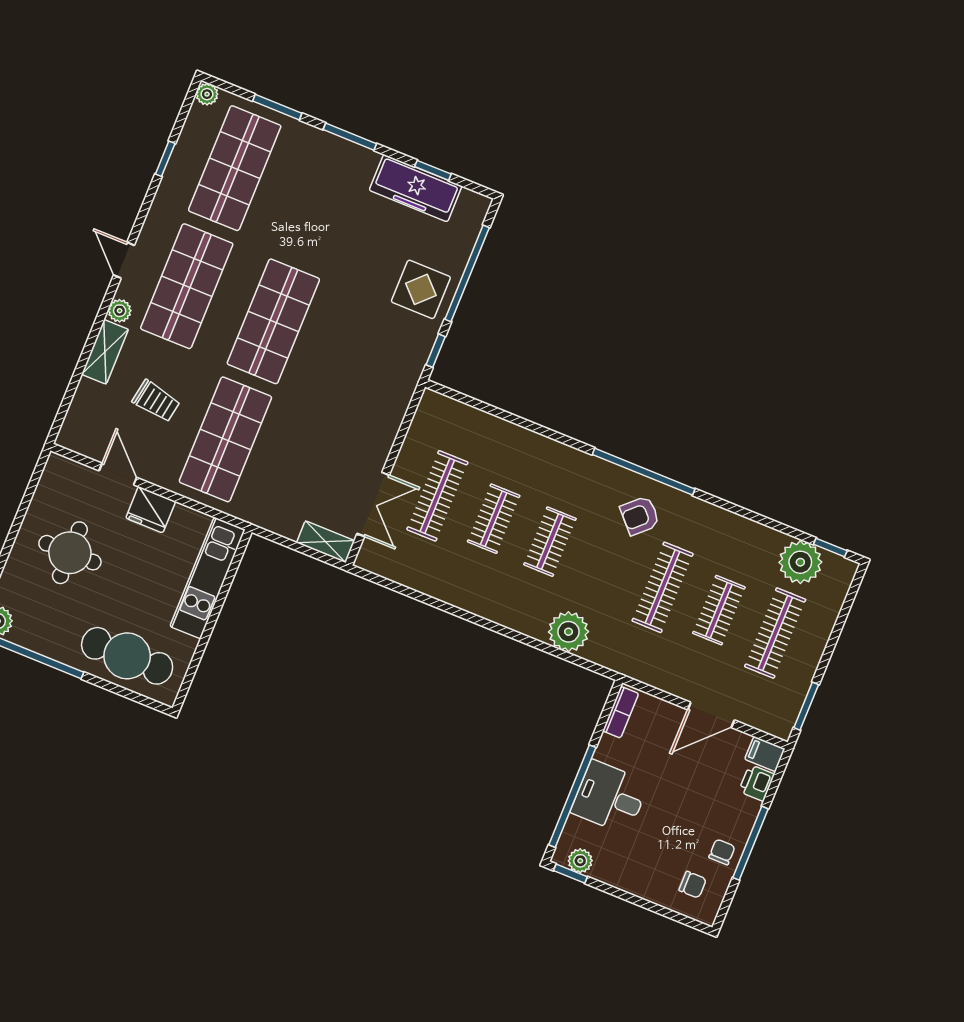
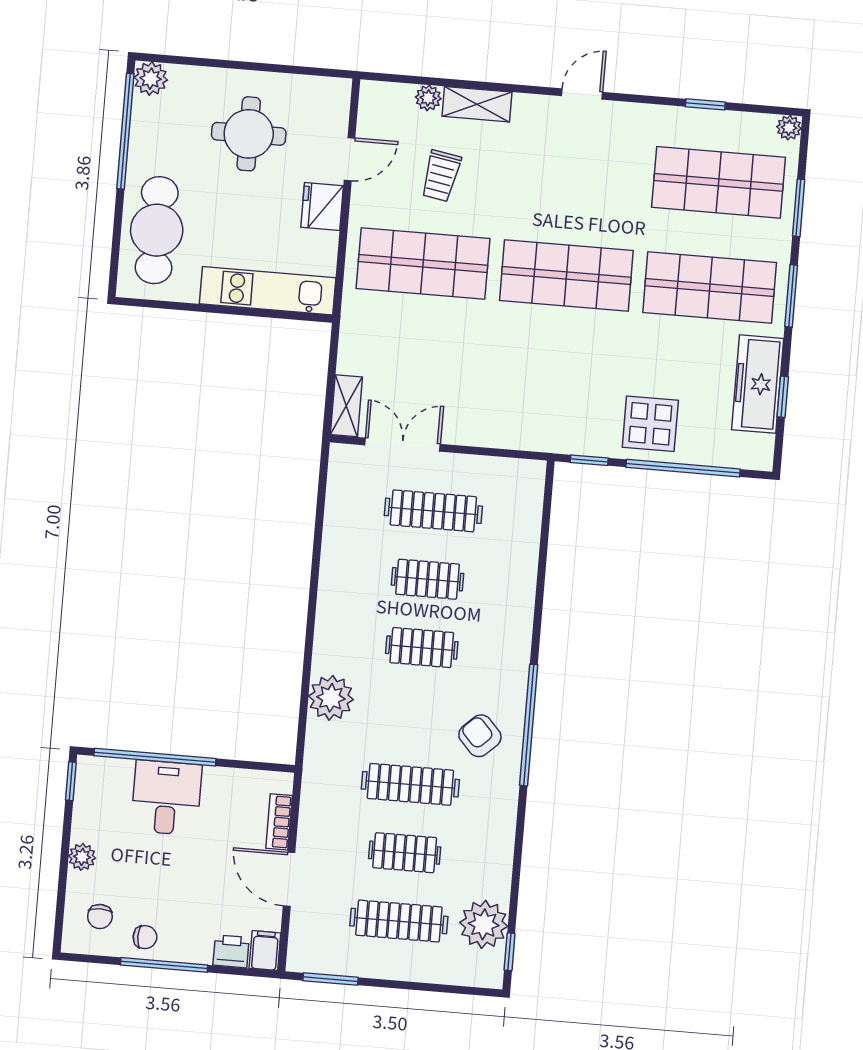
shop shelf: (187, 286) -> (710, 288), moved
plant: (120, 311) -> (428, 98), moved
double door: (373, 504) -> (402, 445), swing flipped
bookcase: (621, 712) -> (279, 822), moved, turned 90
plant: (580, 861) -> (82, 857), moved

